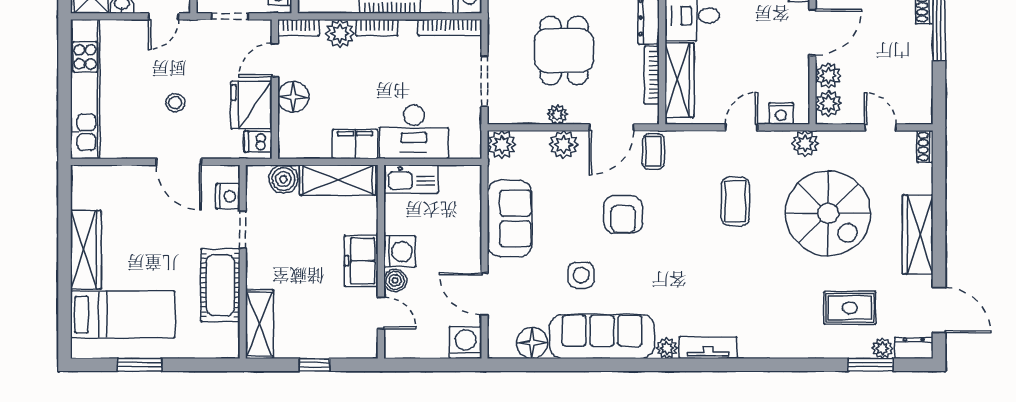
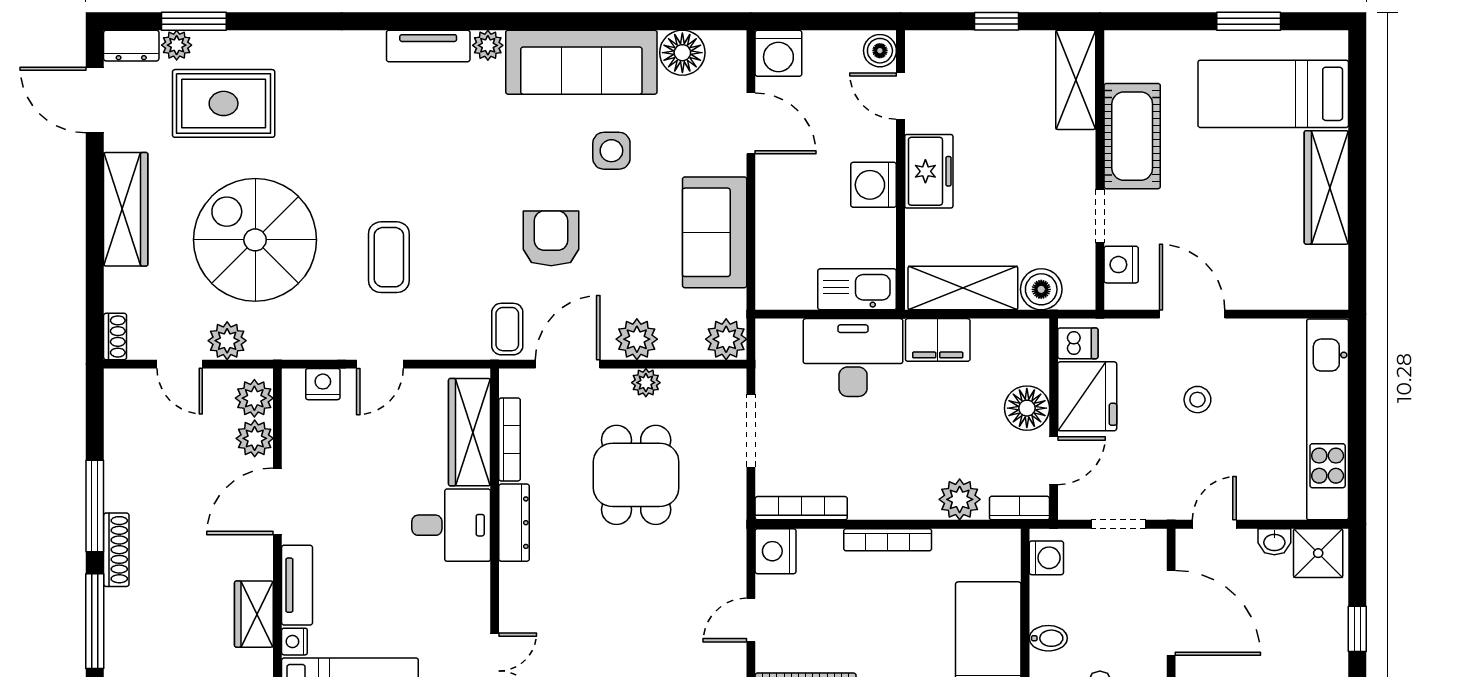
bookcase: (377, 28) -> (906, 508), removed
plant: (805, 143) -> (227, 341), moved
boiler: (395, 280) -> (880, 51), moved
rug: (850, 308) -> (224, 103), width x1.36, depth x1.43

